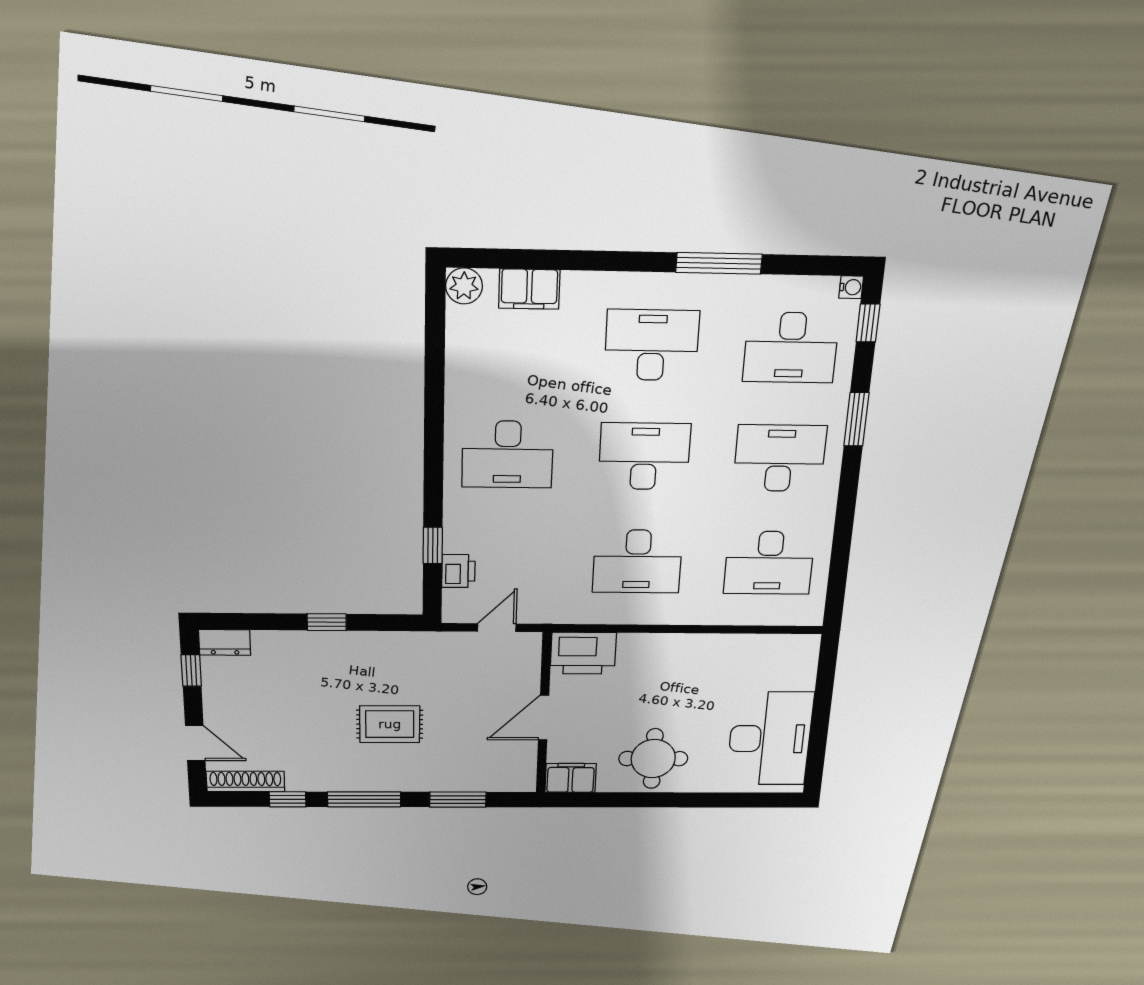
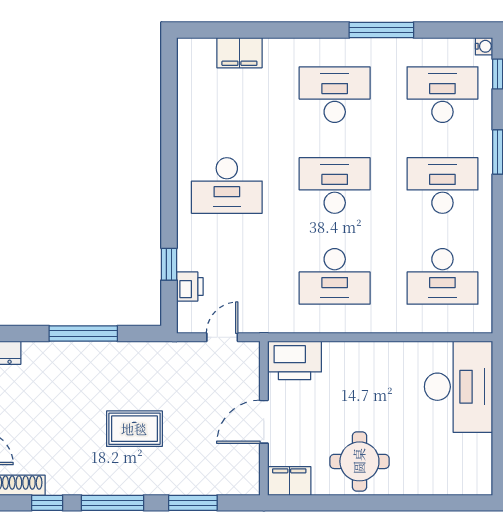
plant: (464, 286) -> (190, 51), removed
desk: (791, 348) -> (442, 95), turned 180
window: (327, 622) -> (83, 333), width x2.17
desk: (770, 739) -> (459, 387), moved

